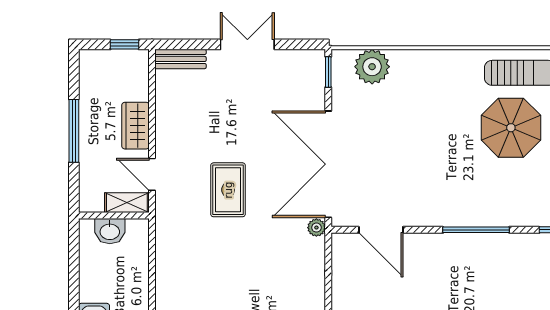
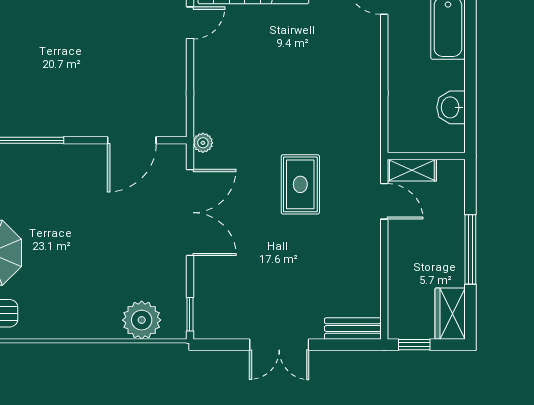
wardrobe: (136, 126) -> (450, 314), moved, turned 180
double door: (328, 164) -> (190, 213), width x0.73
door: (381, 230) -> (132, 140), swing flipped
washbasin: (110, 231) -> (451, 107), moved, turned -90

